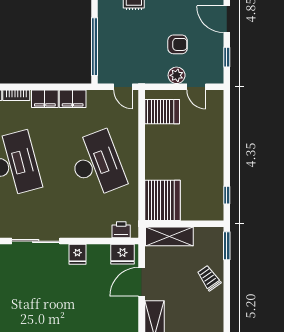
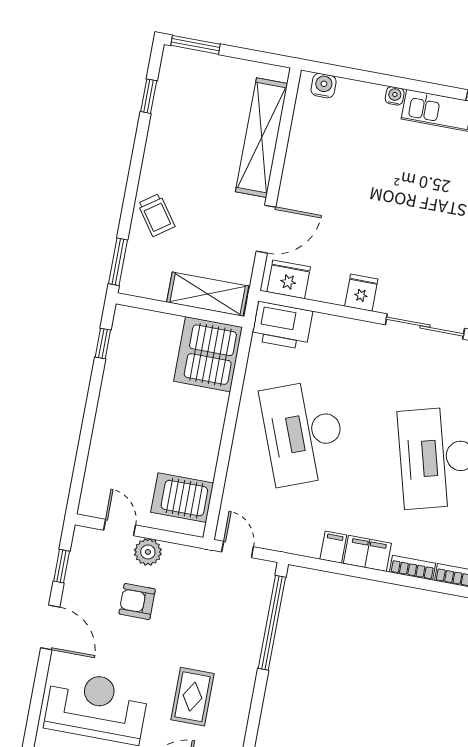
filing cabinet: (73, 99) -> (333, 547), width x0.50
printer: (121, 230) -> (282, 326), width x1.87, depth x1.48

